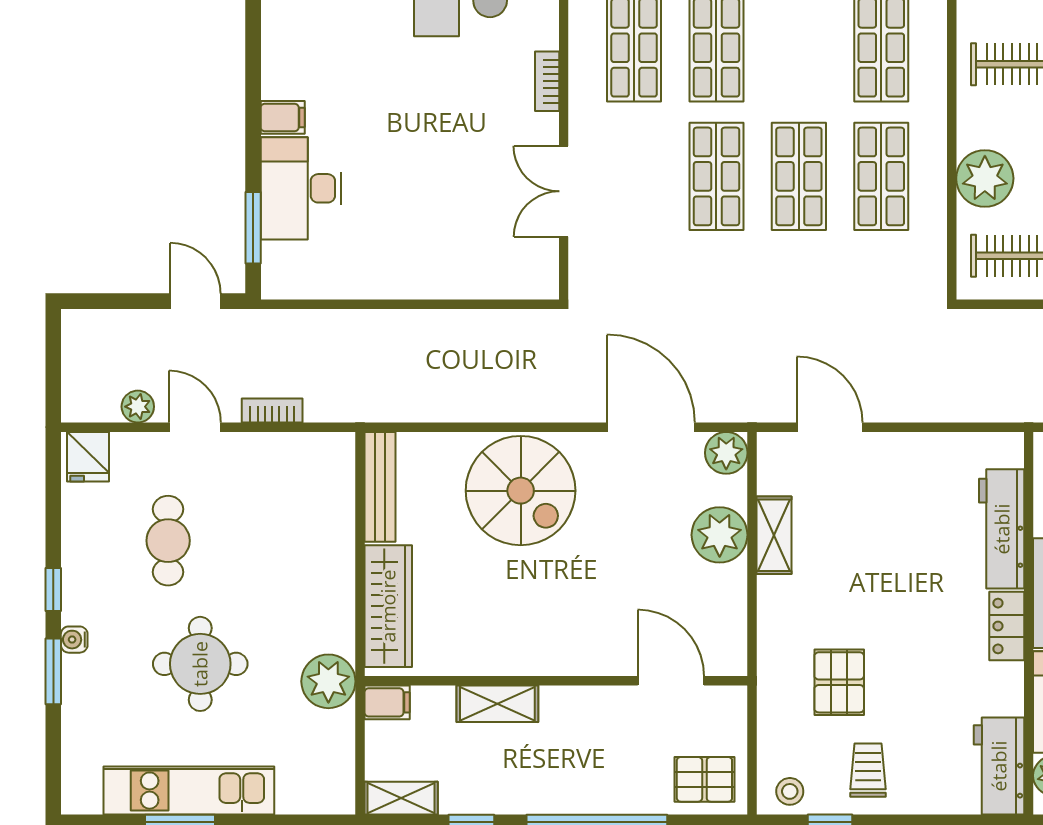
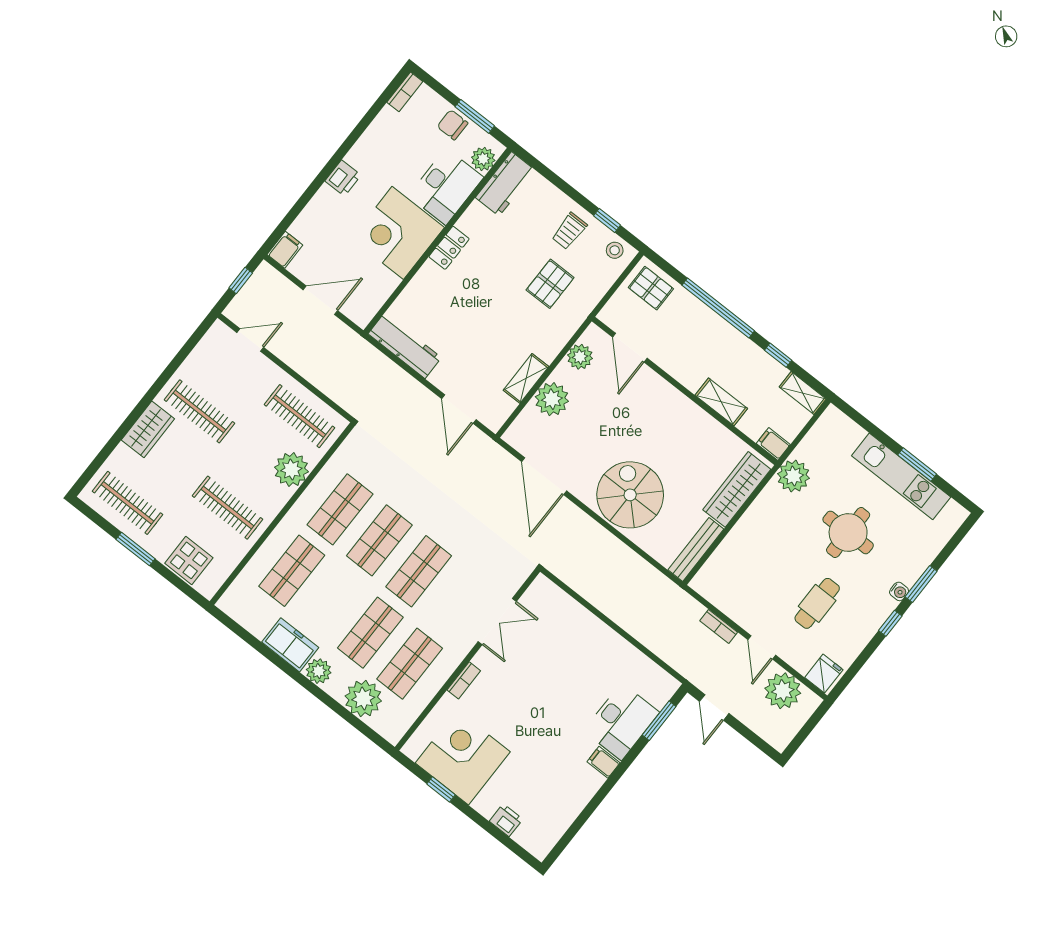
plant: (138, 407) -> (783, 691), width x1.87, depth x1.87
plant: (726, 453) -> (580, 357), moved
workbench: (1002, 529) -> (405, 346), moved, turned -90

